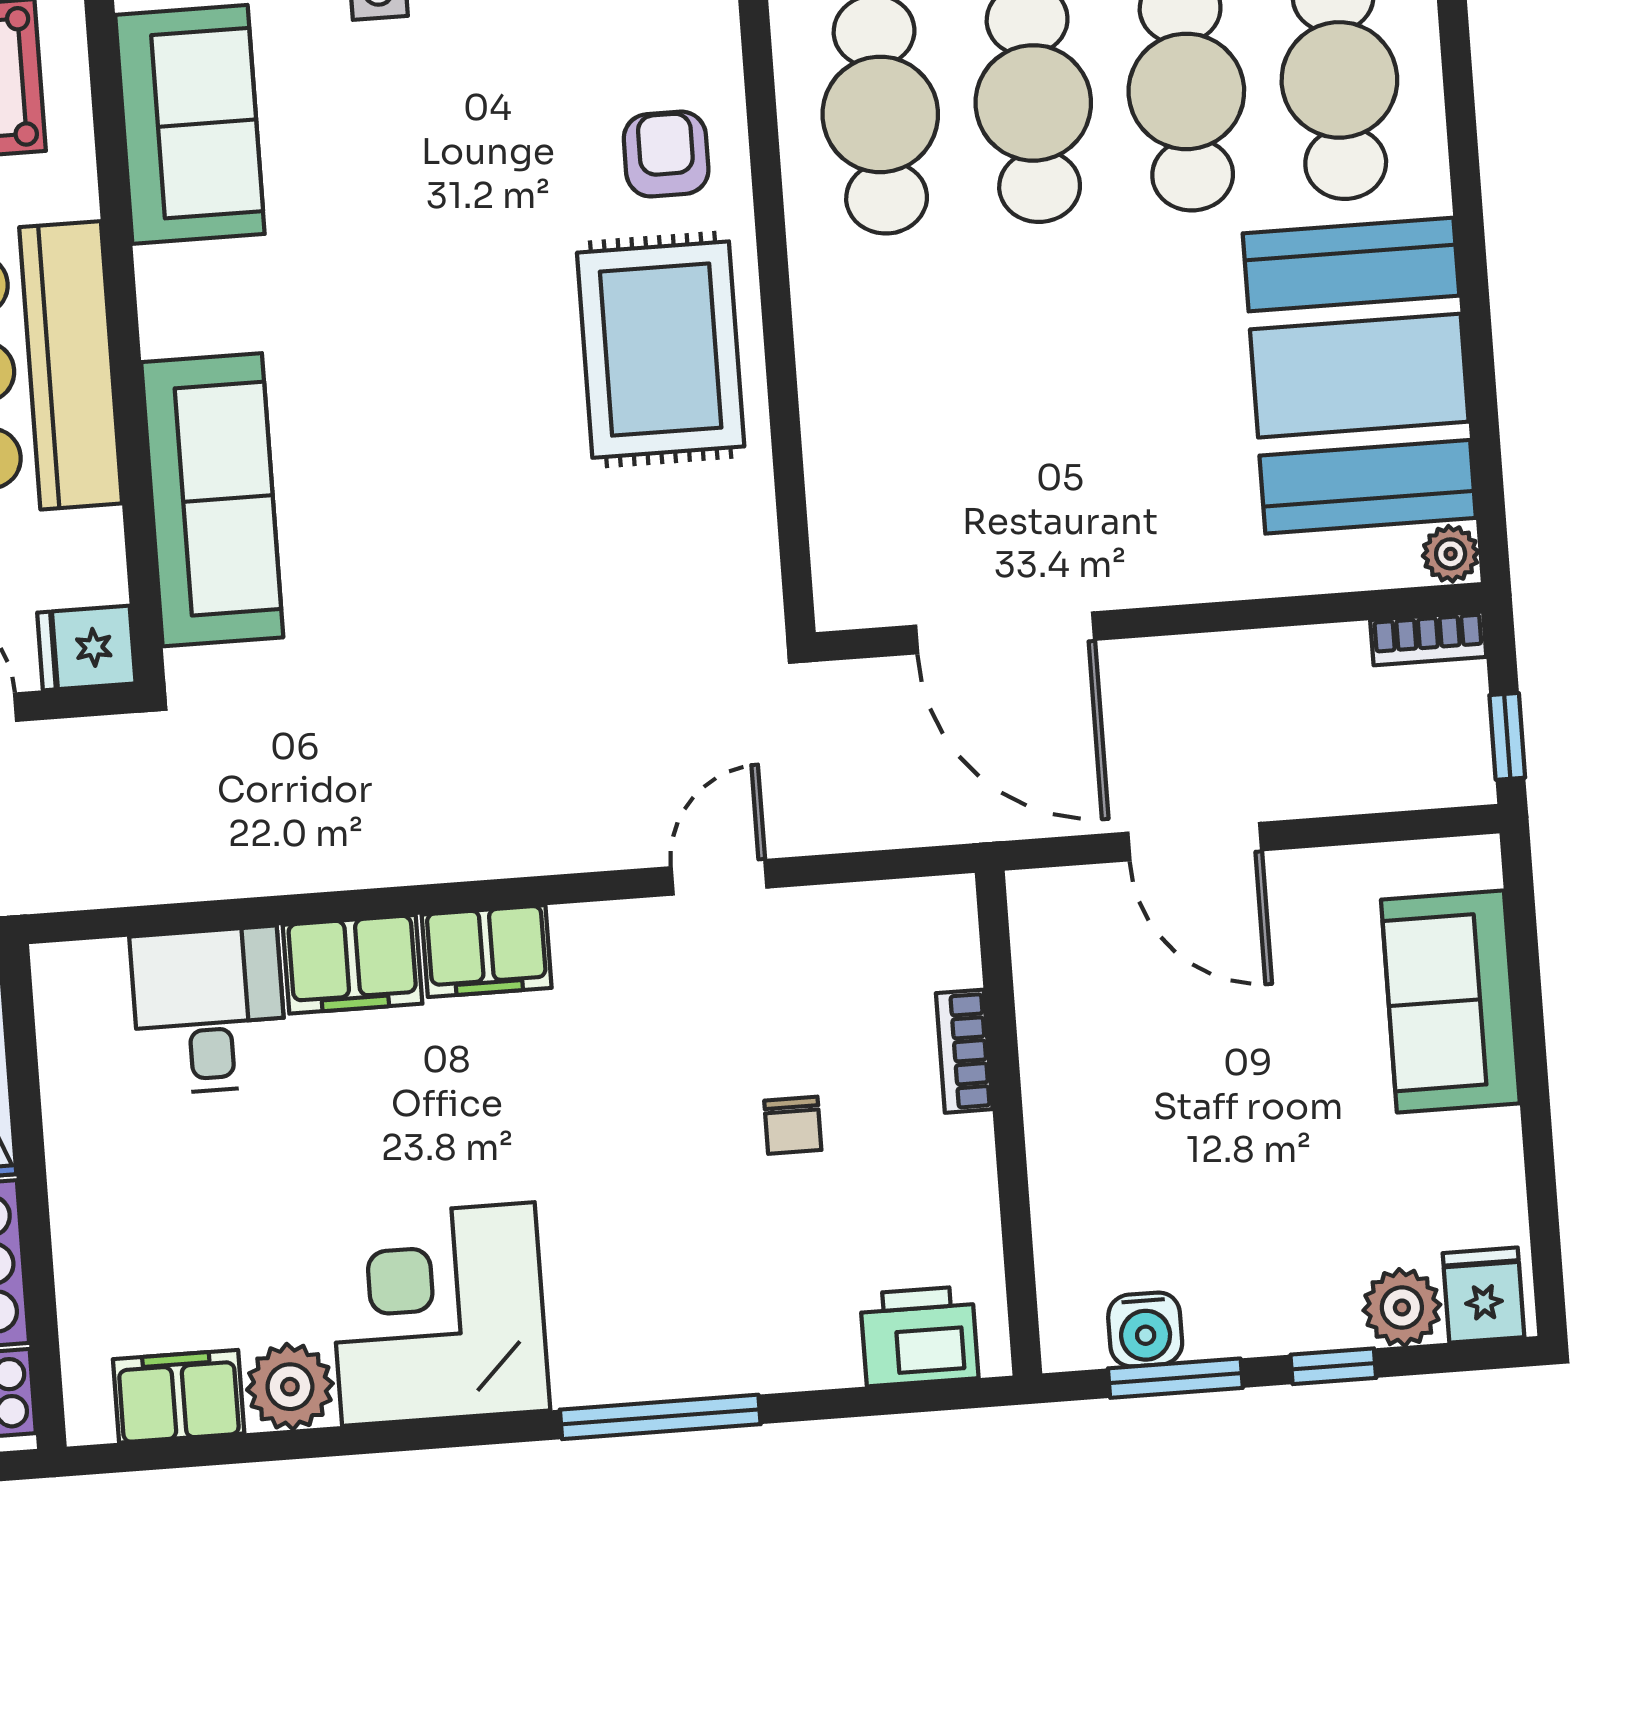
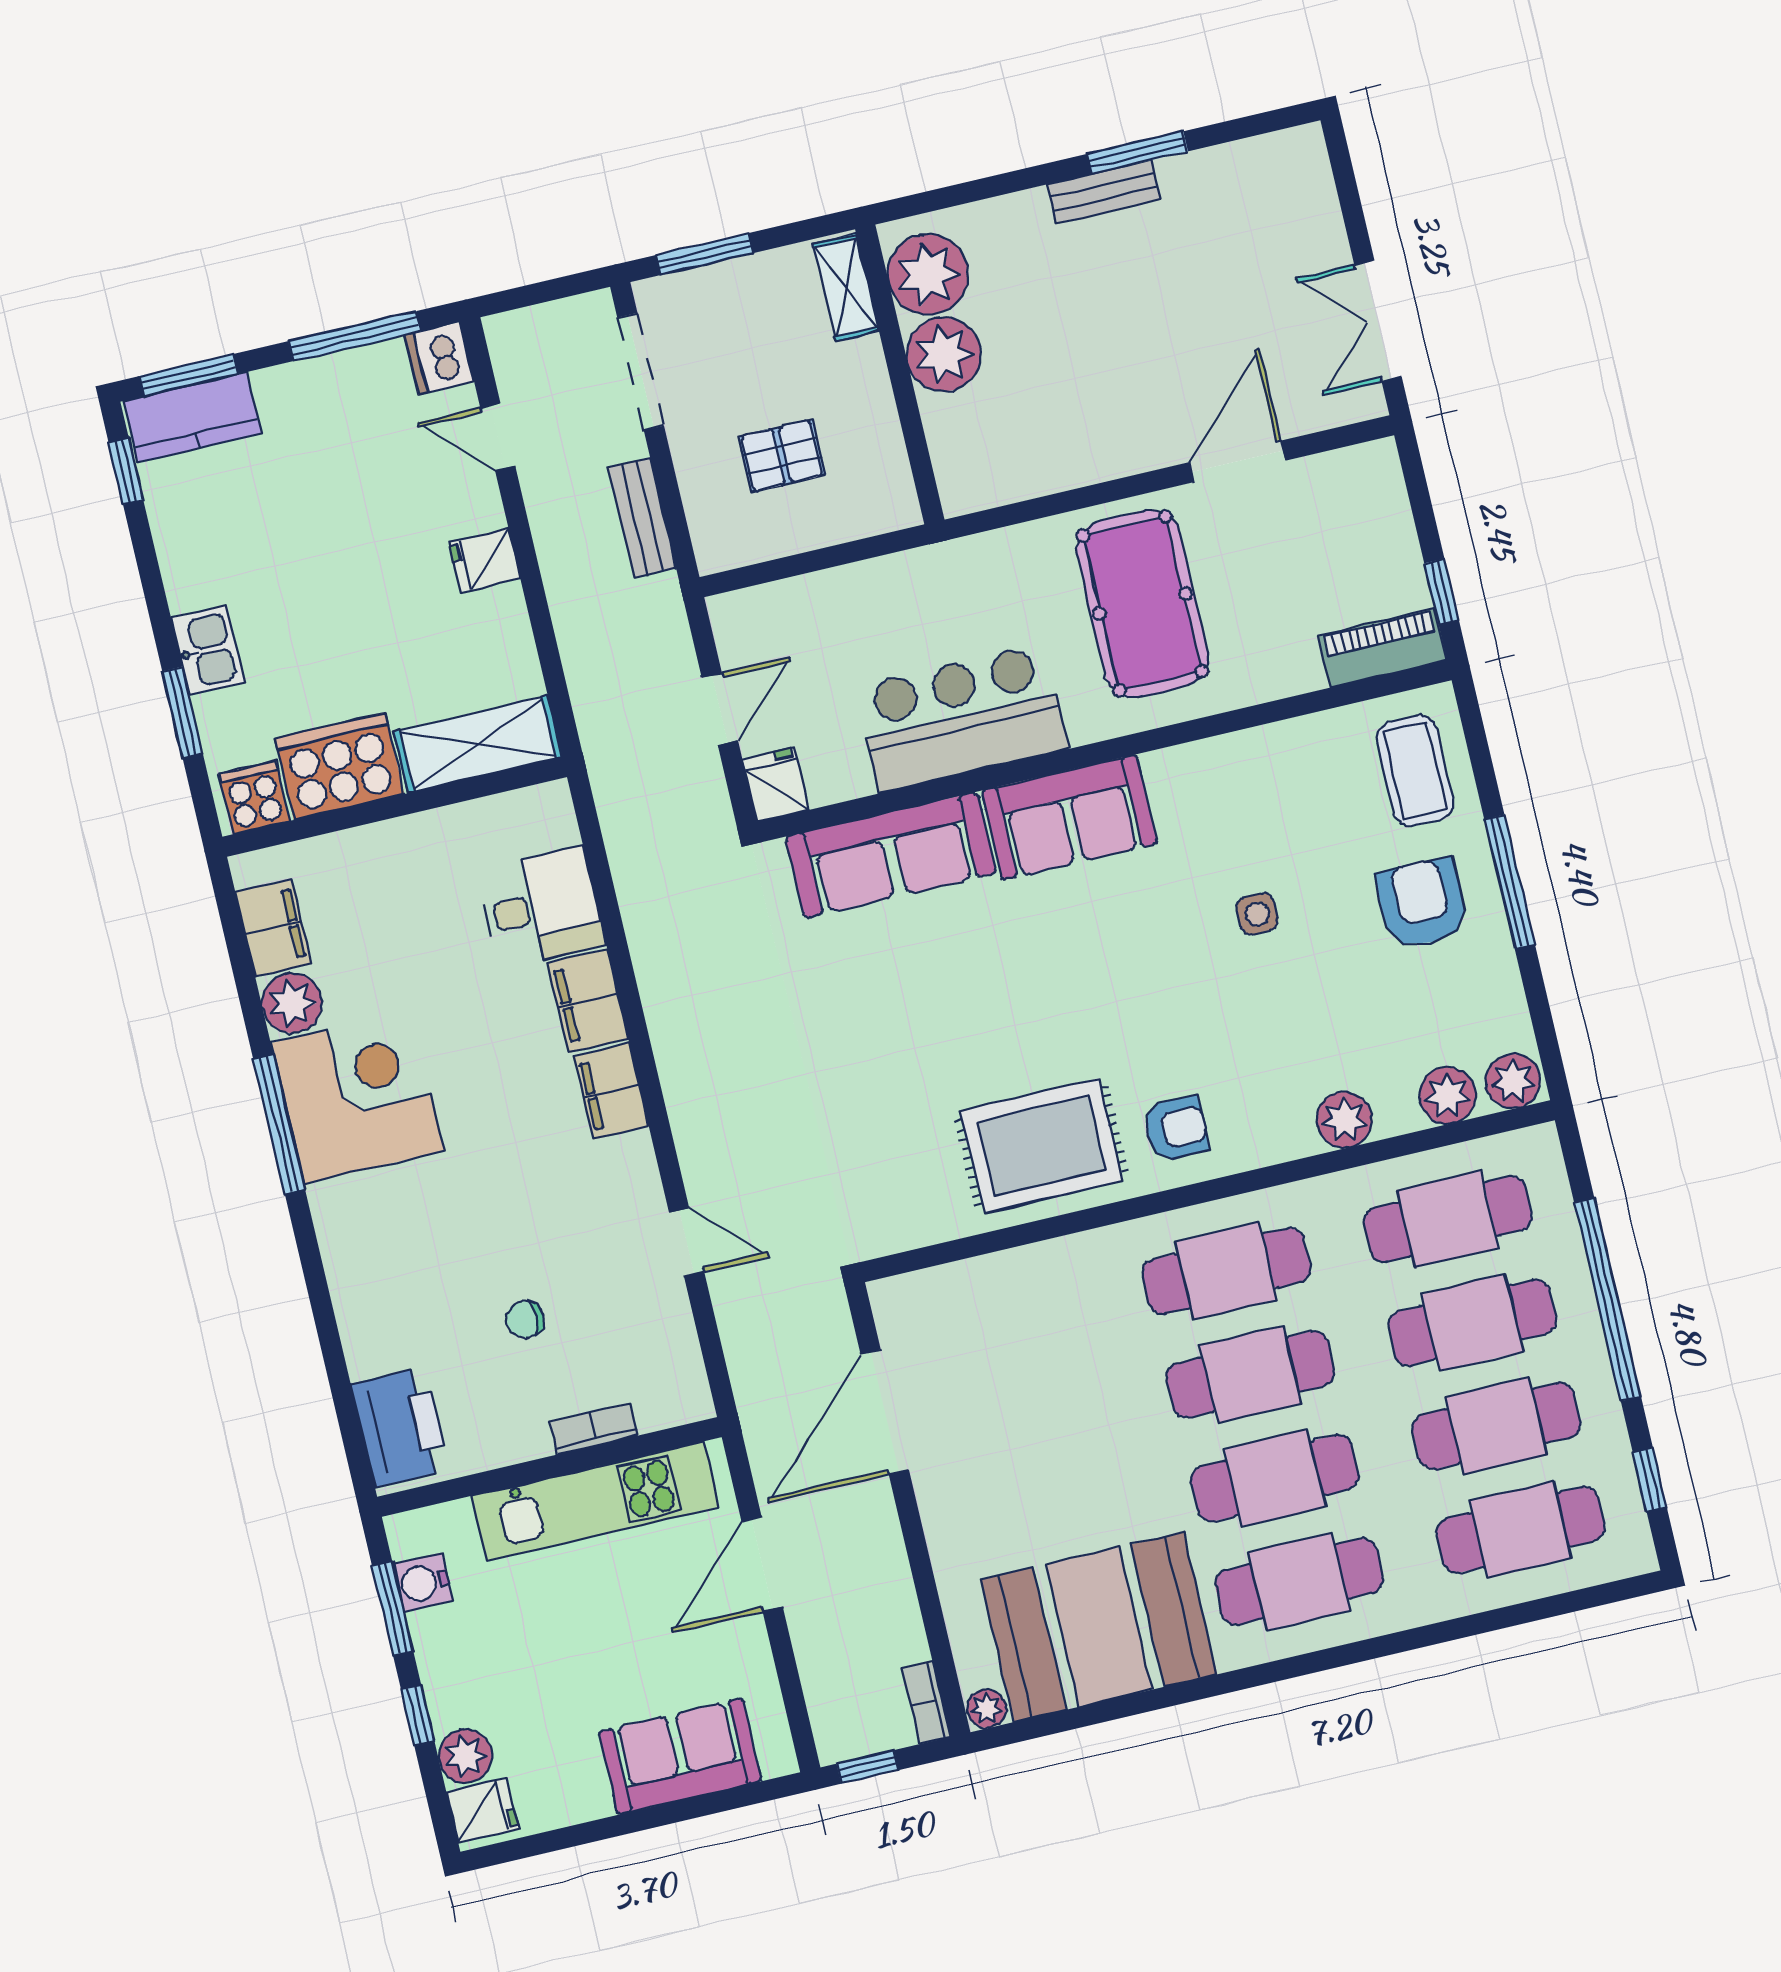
sofa: (190, 124) -> (1069, 817), moved
kitchen unit: (1068, 1065) -> (595, 1501), added
printer: (919, 1336) -> (400, 1427), width x1.37, depth x1.19
window: (660, 1417) -> (279, 1124), moved

